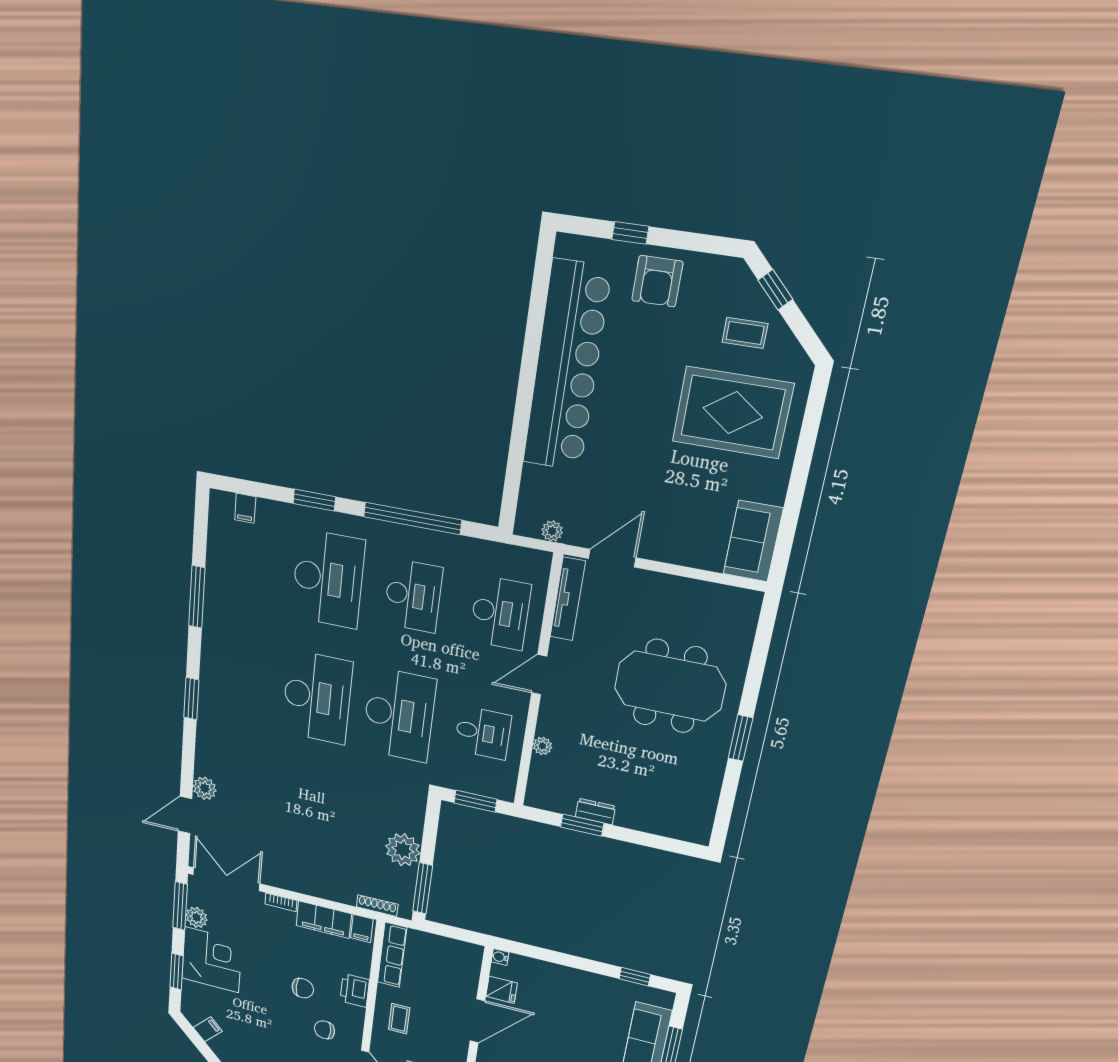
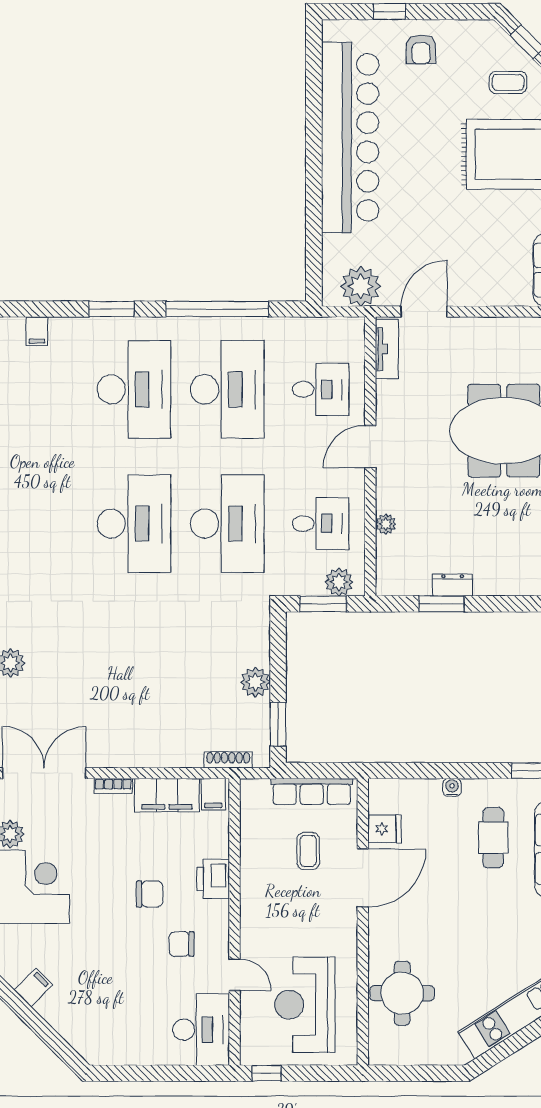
armchair: (657, 281) -> (421, 49), width x0.72, depth x0.72
plant: (552, 531) -> (361, 286), width x1.88, depth x1.88
desk: (413, 596) -> (227, 389), width x1.36, depth x1.30
tv unit: (568, 599) -> (387, 349), width x0.71
desk: (500, 613) -> (321, 389), width x0.73
plant: (492, 786) -> (339, 582), added
plant: (403, 850) -> (255, 682), width x0.73, depth x0.73
window: (423, 888) -> (278, 724), width x0.69
row of seats: (392, 955) -> (312, 791), moved, turned 90
water cooler: (500, 957) -> (452, 787), moved, turned 90
coffee table: (399, 1019) -> (308, 851), moved
cafe table: (594, 1020) -> (493, 838), added

